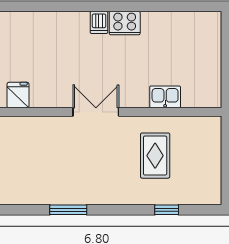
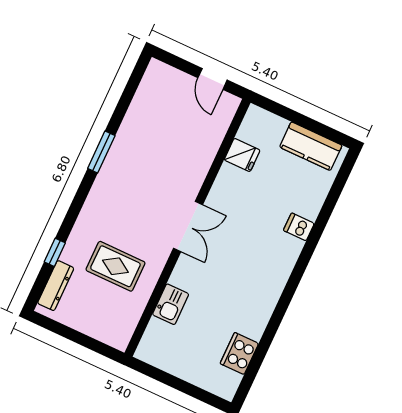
dishwasher: (99, 22) -> (299, 227), moved
cooker: (125, 23) -> (239, 354), moved
dresser: (193, 196) -> (56, 286), added

